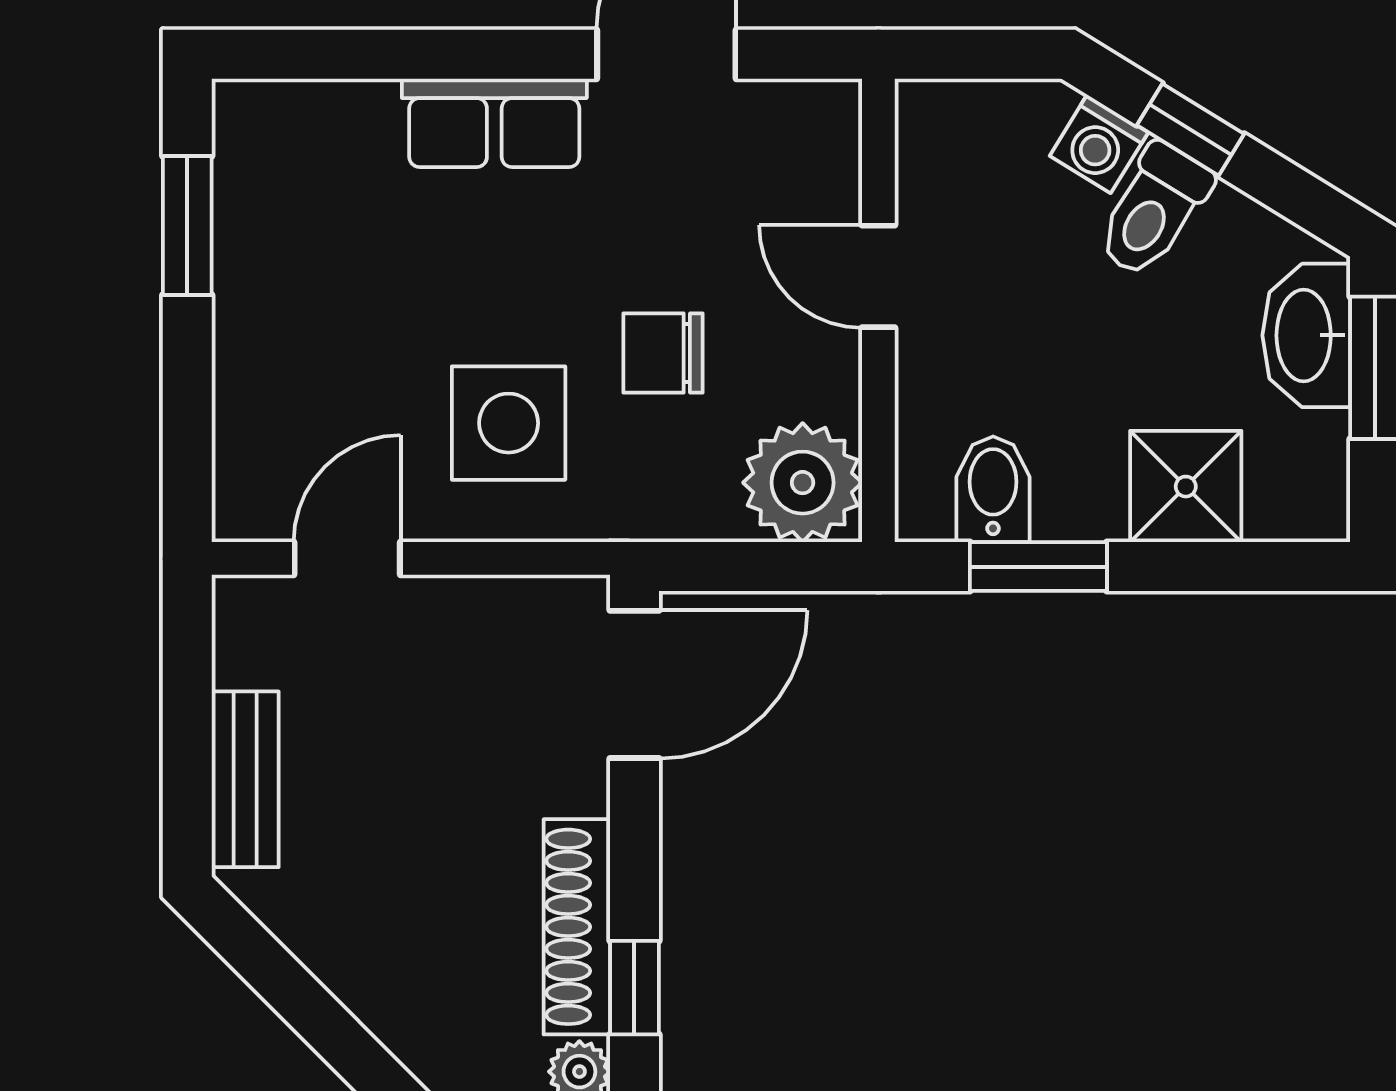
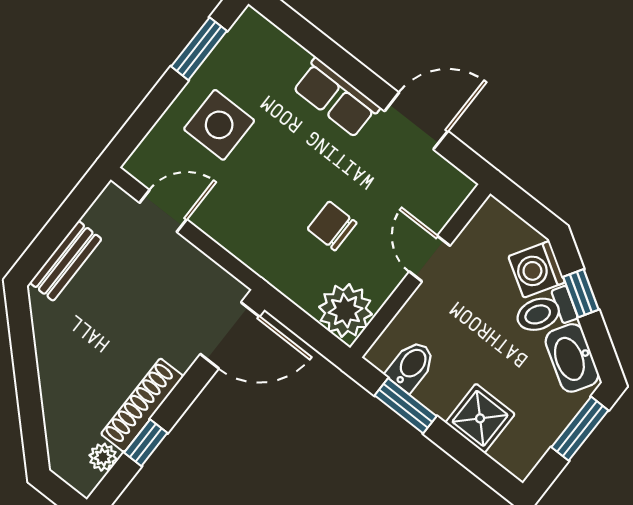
washing machine: (1099, 144) -> (537, 269), width x1.38, depth x1.38
washbasin: (1306, 335) -> (572, 358), moved, turned -58
side table: (509, 423) -> (219, 125), moved

